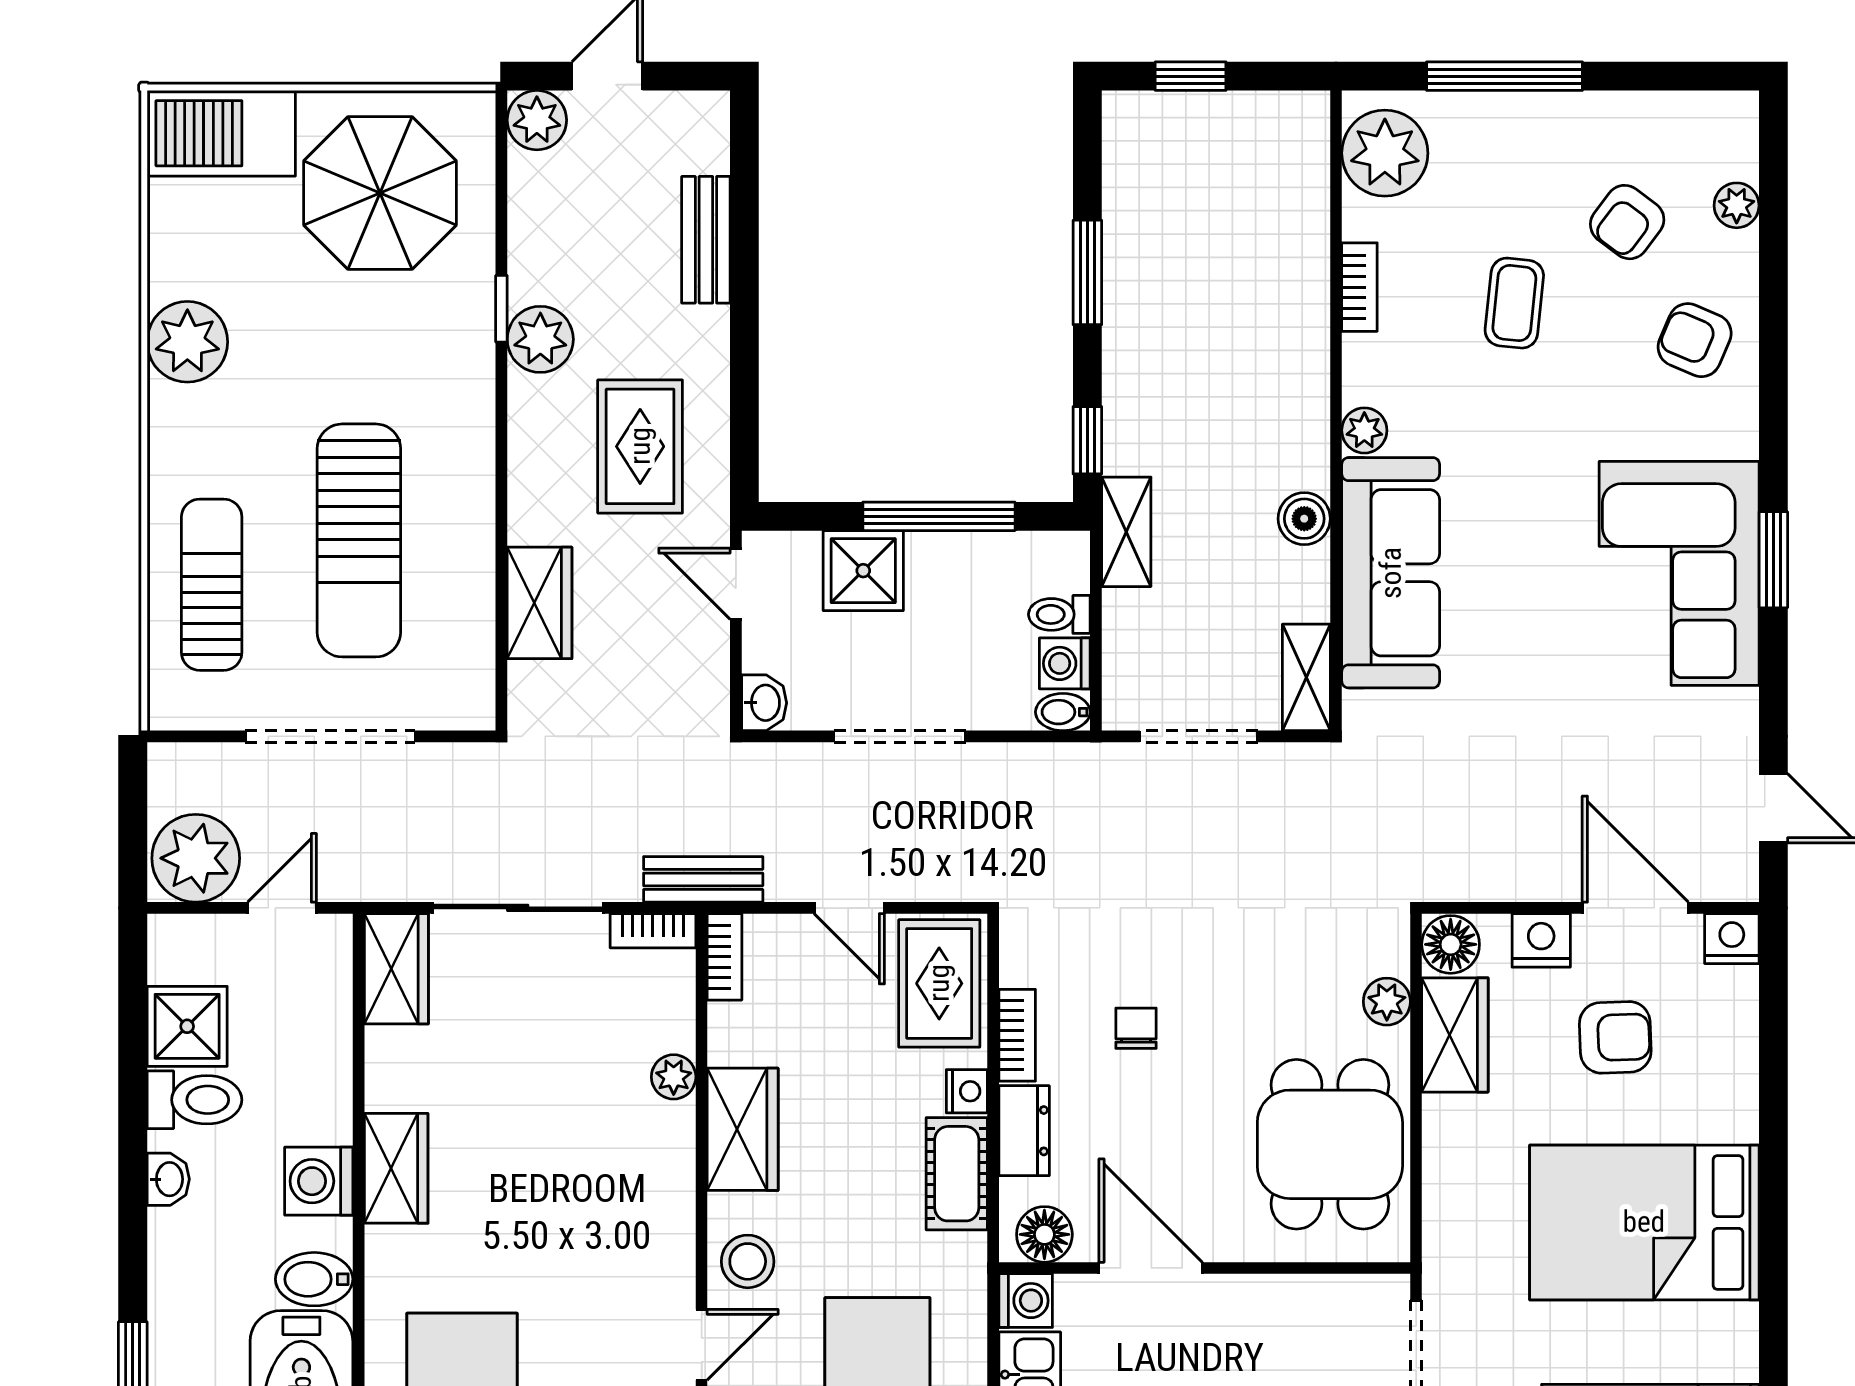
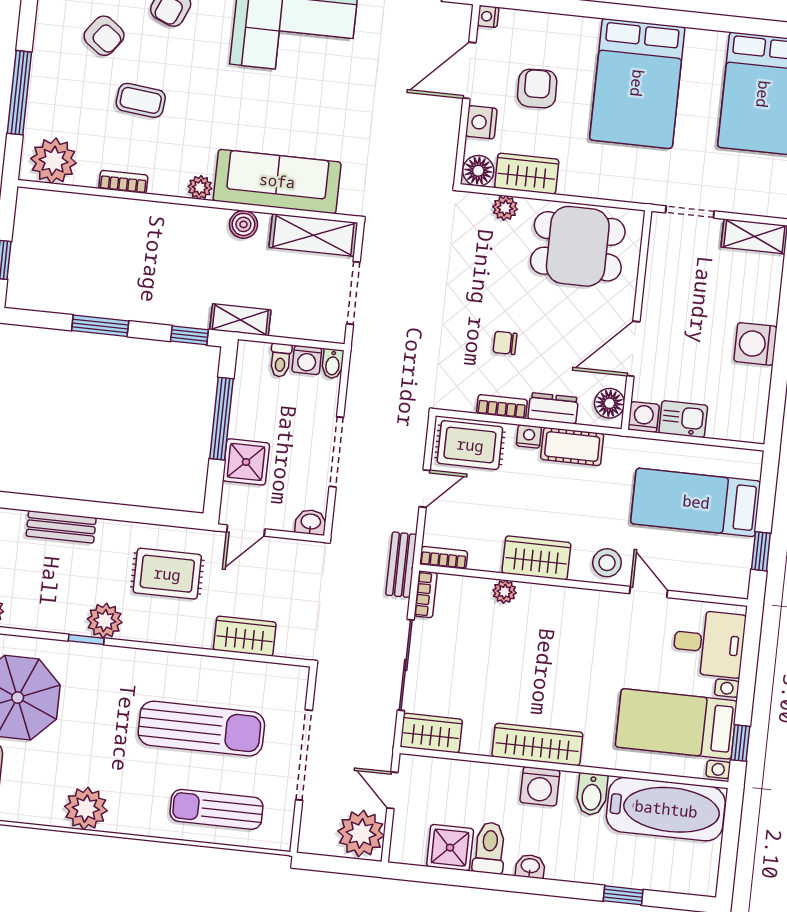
shelving: (1306, 677) -> (313, 235), width x1.50, depth x1.33
nightstand: (1732, 939) -> (488, 16), width x0.72, depth x0.74
wardrobe: (396, 1168) -> (537, 744), width x1.50

